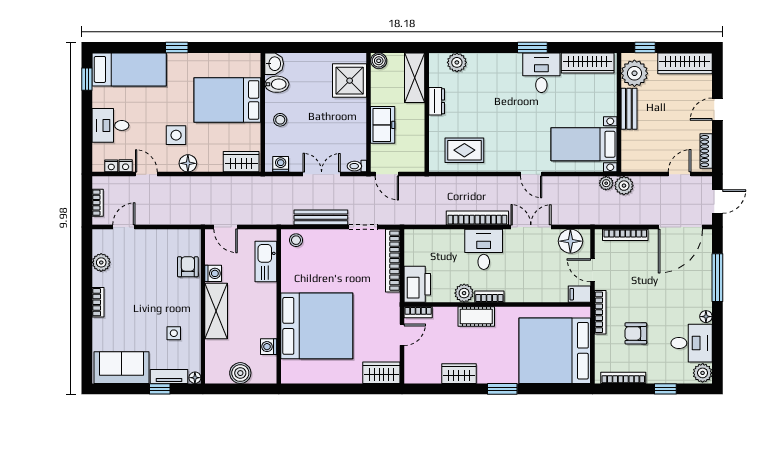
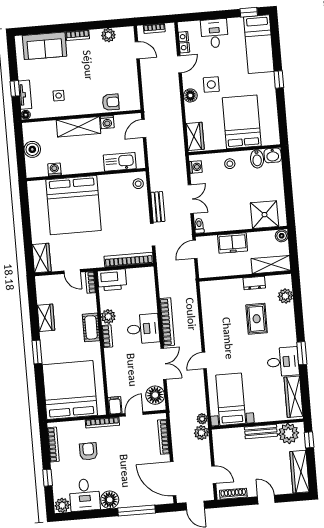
rug: (464, 150) -> (257, 319), moved
bench: (321, 217) -> (158, 207), width x0.73
floor lamp: (706, 317) -> (110, 500), width x1.89, depth x1.89
sofa: (121, 368) -> (45, 46), moved, turned 90

